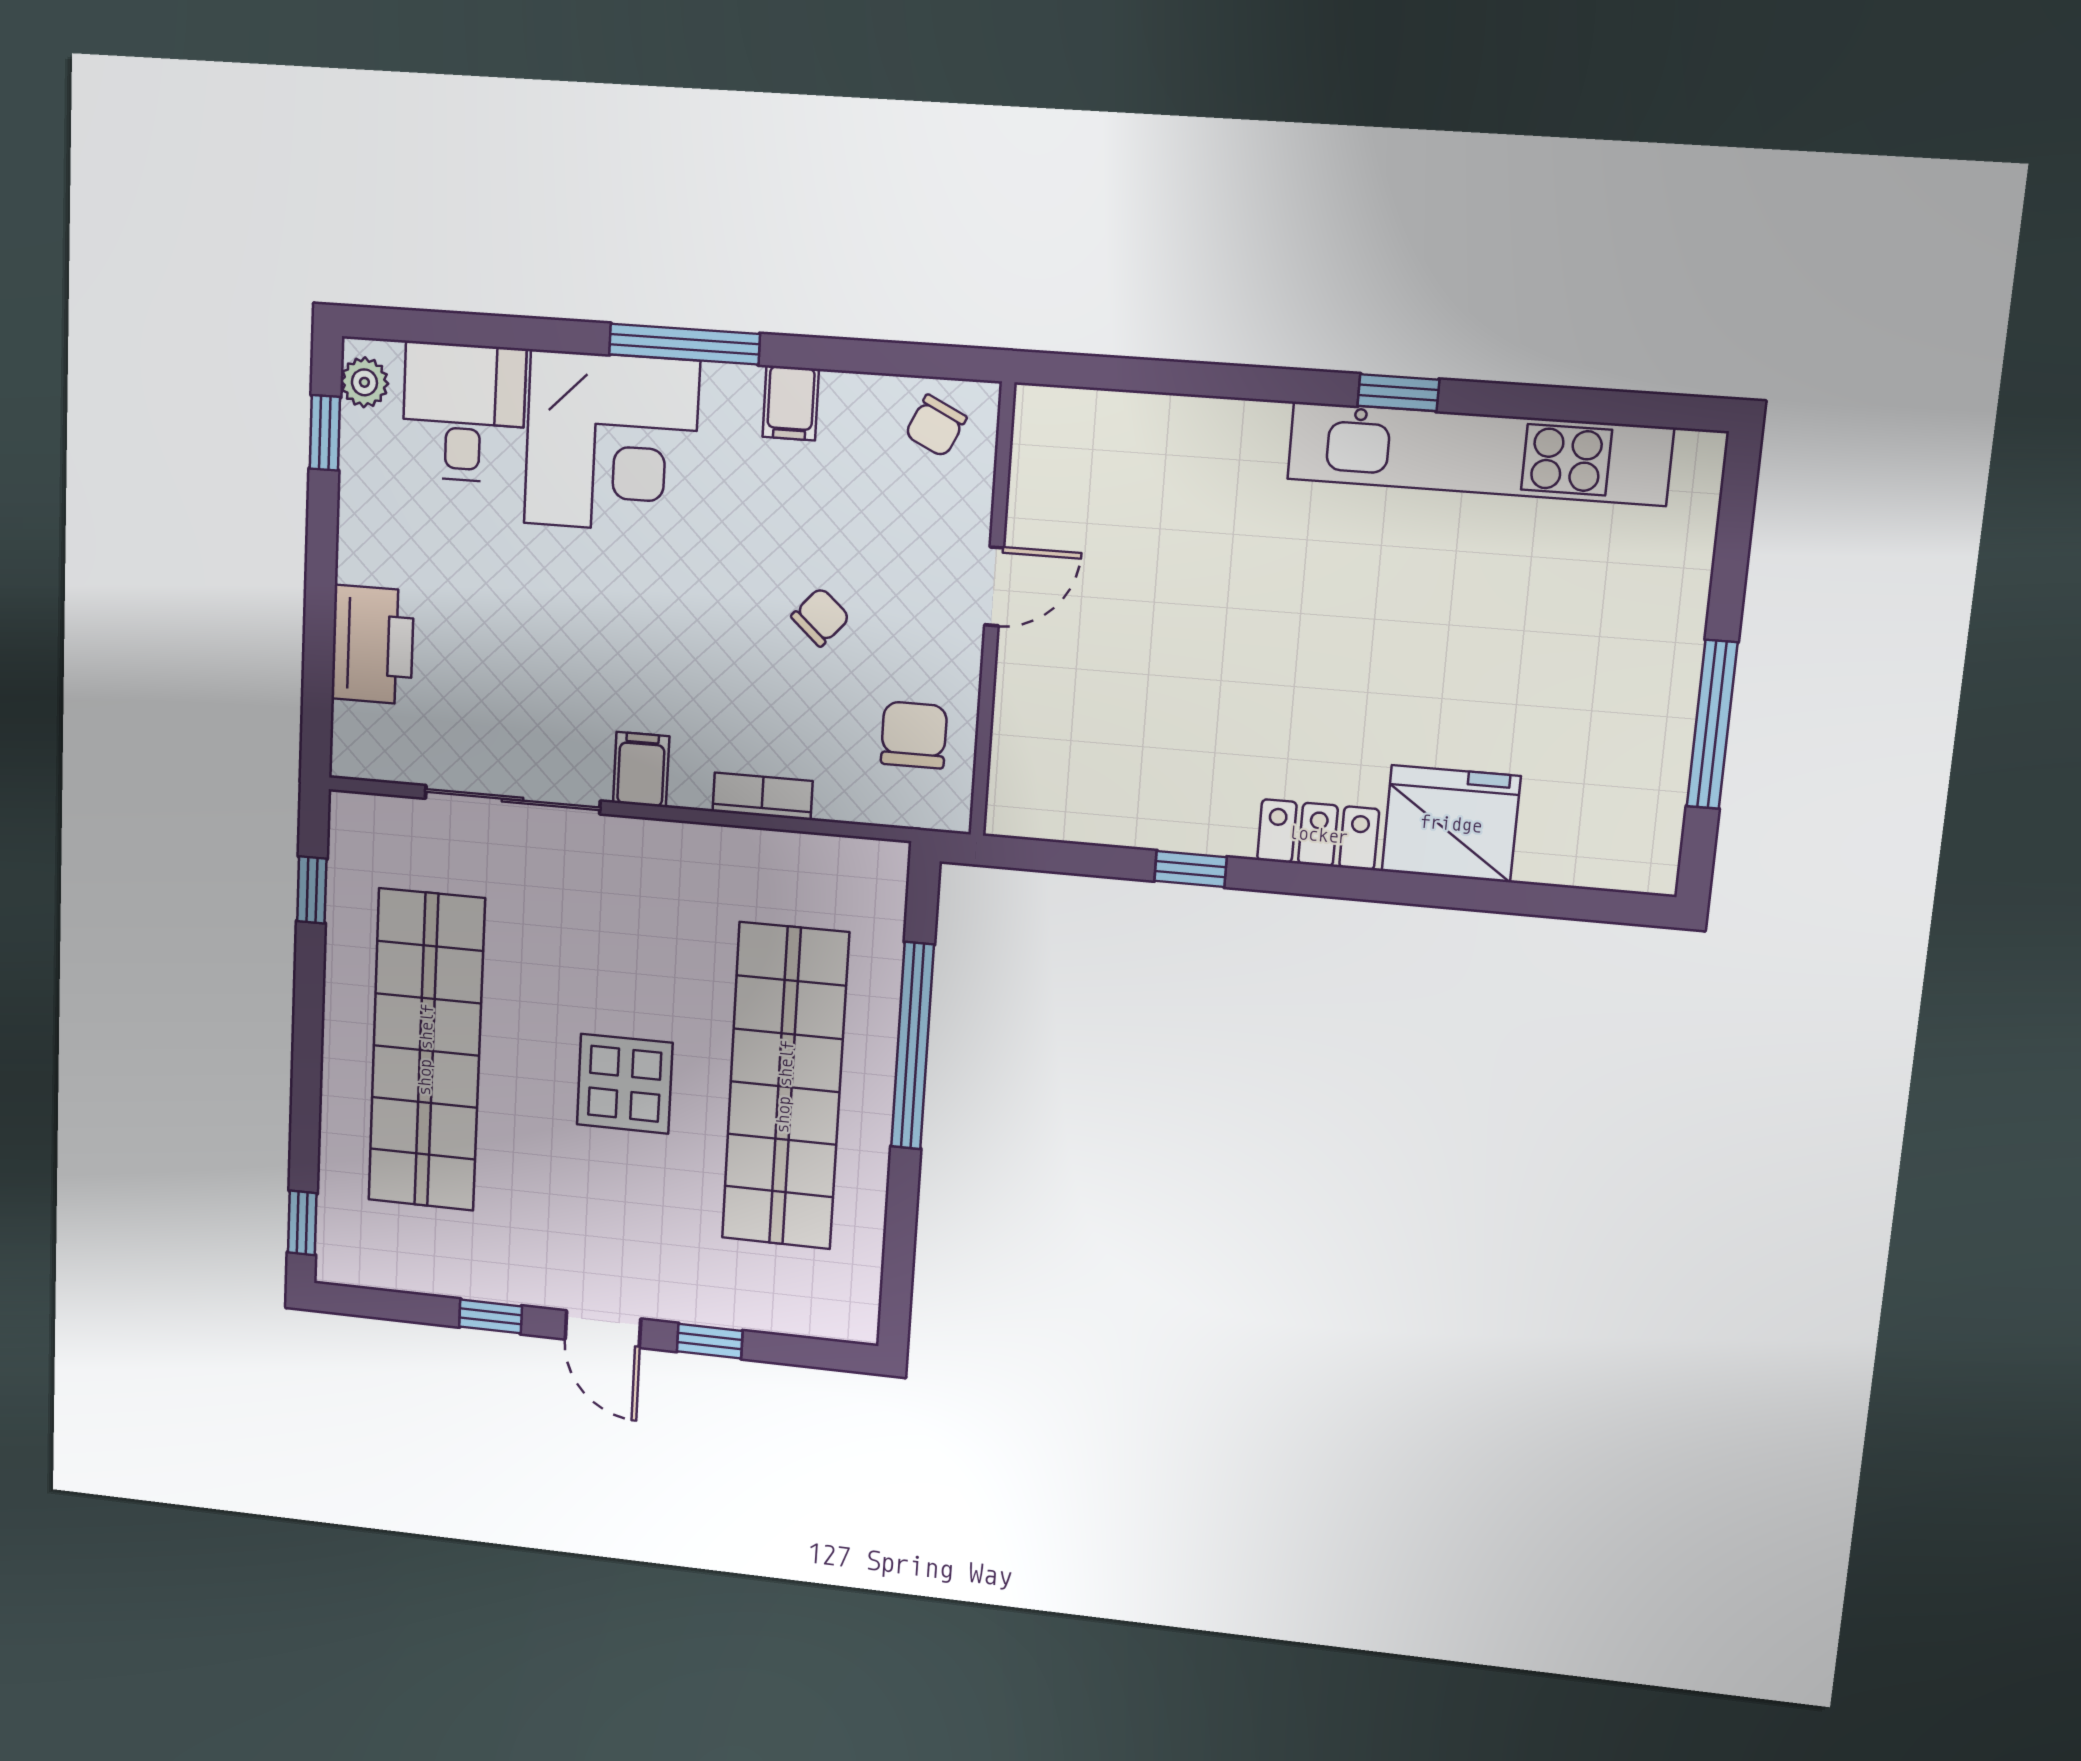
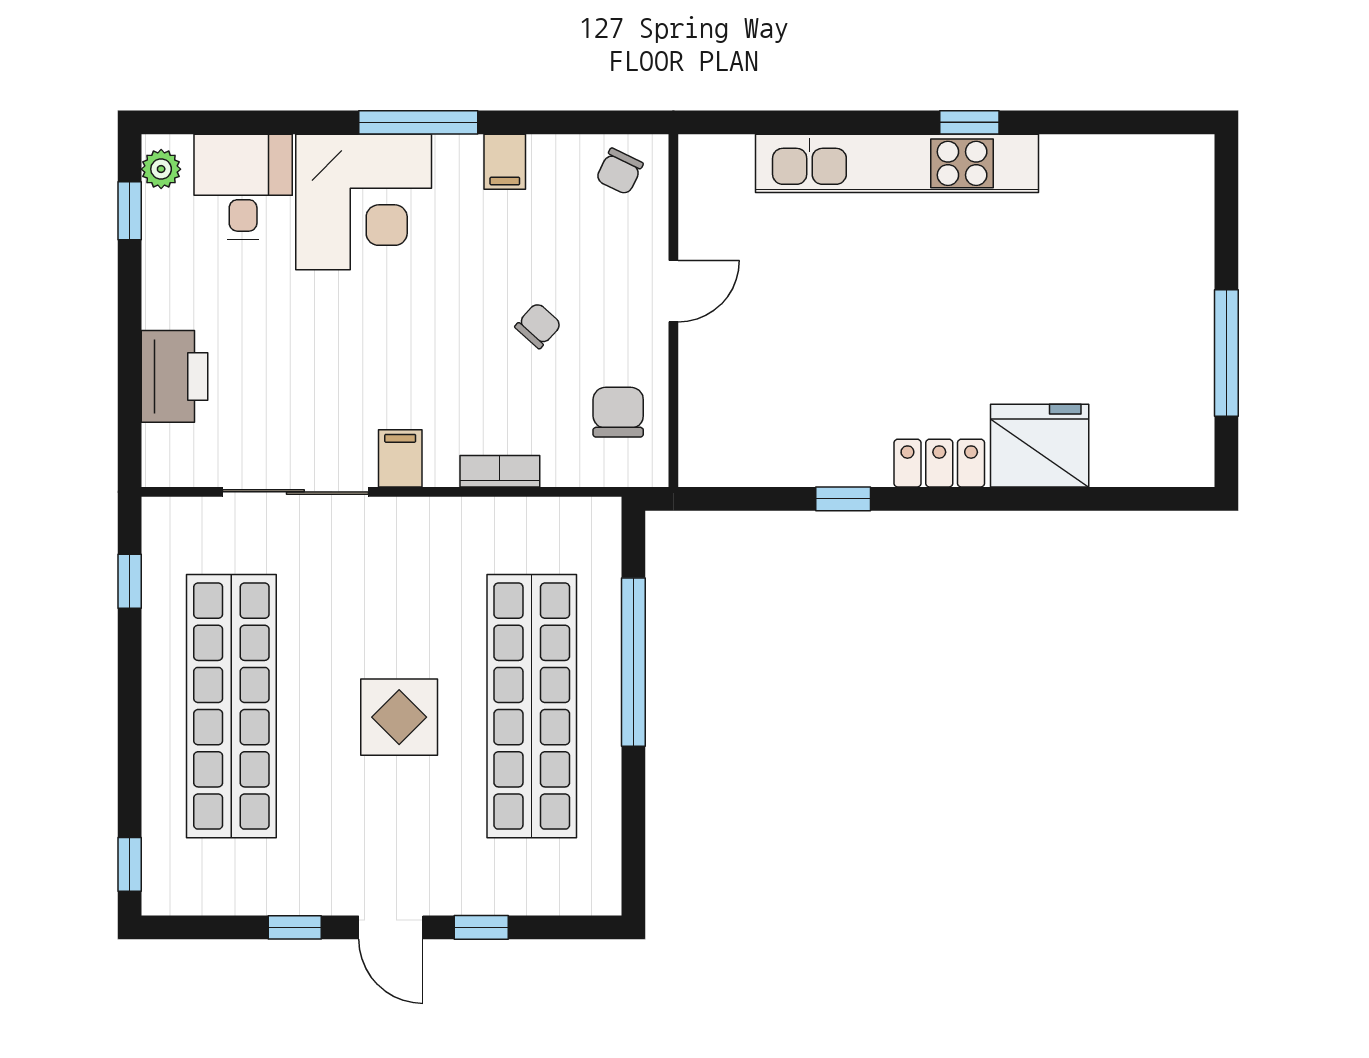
kitchen unit: (1479, 454) -> (897, 163), moved

